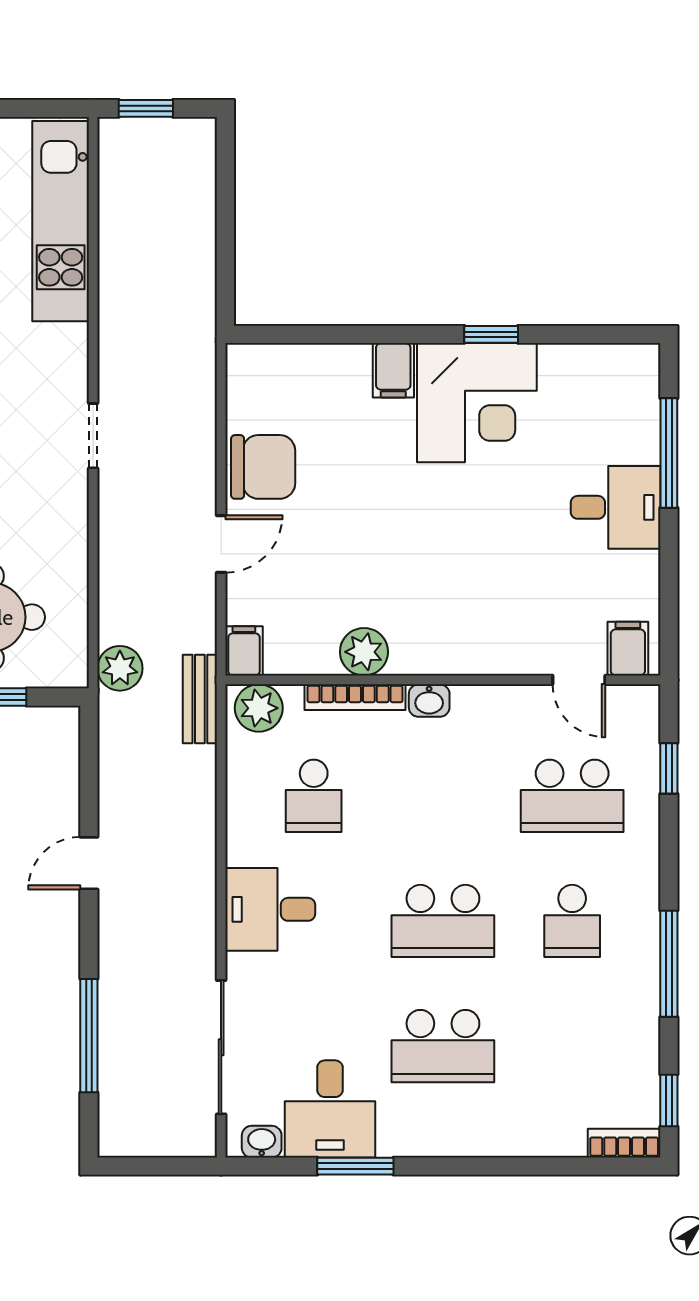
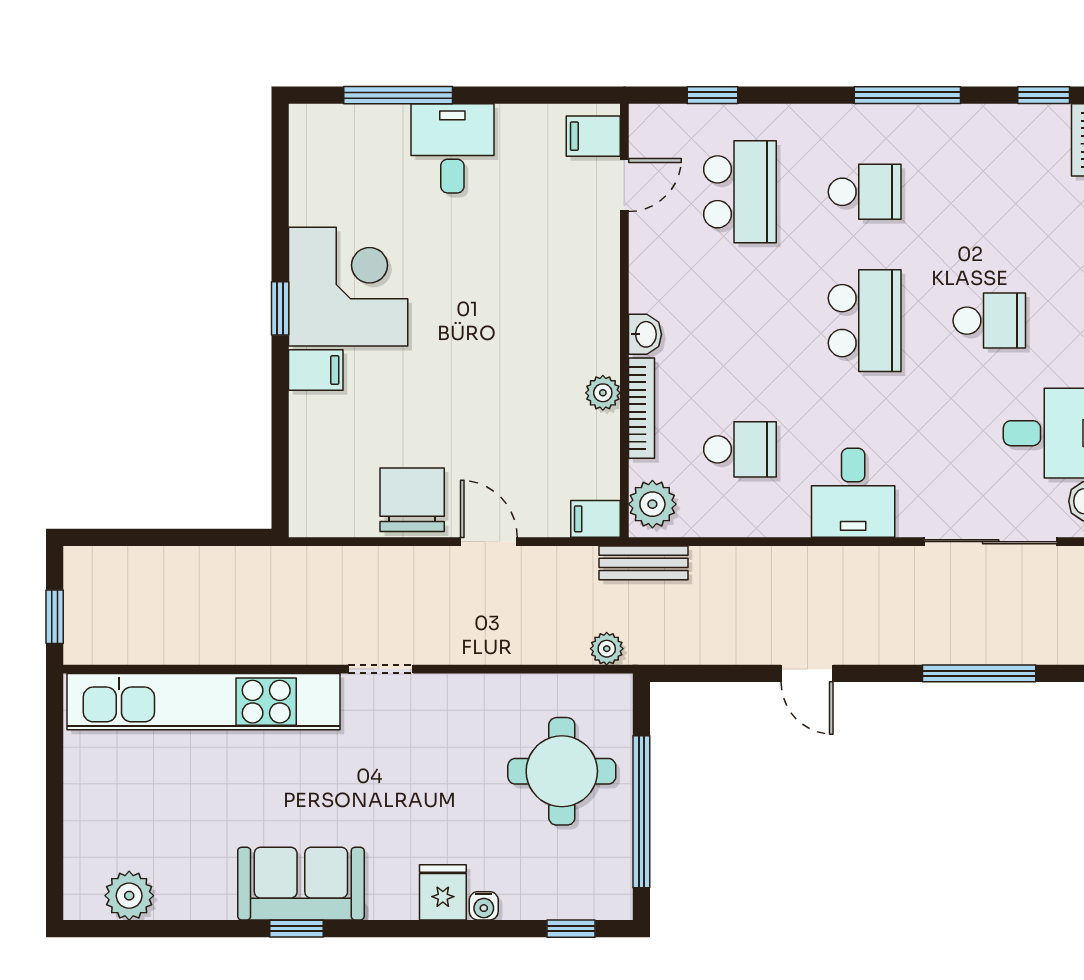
kitchen unit: (61, 221) -> (203, 702), width x1.36
window: (491, 334) -> (280, 308), moved
plant: (364, 652) -> (603, 393), width x0.73, depth x0.73
plant: (120, 668) -> (607, 649), width x0.73, depth x0.73
school desk: (443, 1046) -> (989, 321), width x0.54

